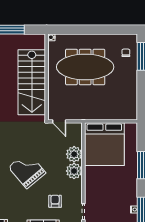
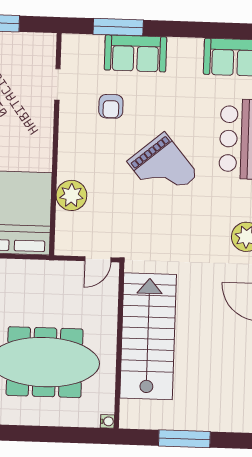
door: (59, 121) -> (98, 259), swing flipped
plant: (74, 171) -> (72, 163), removed

